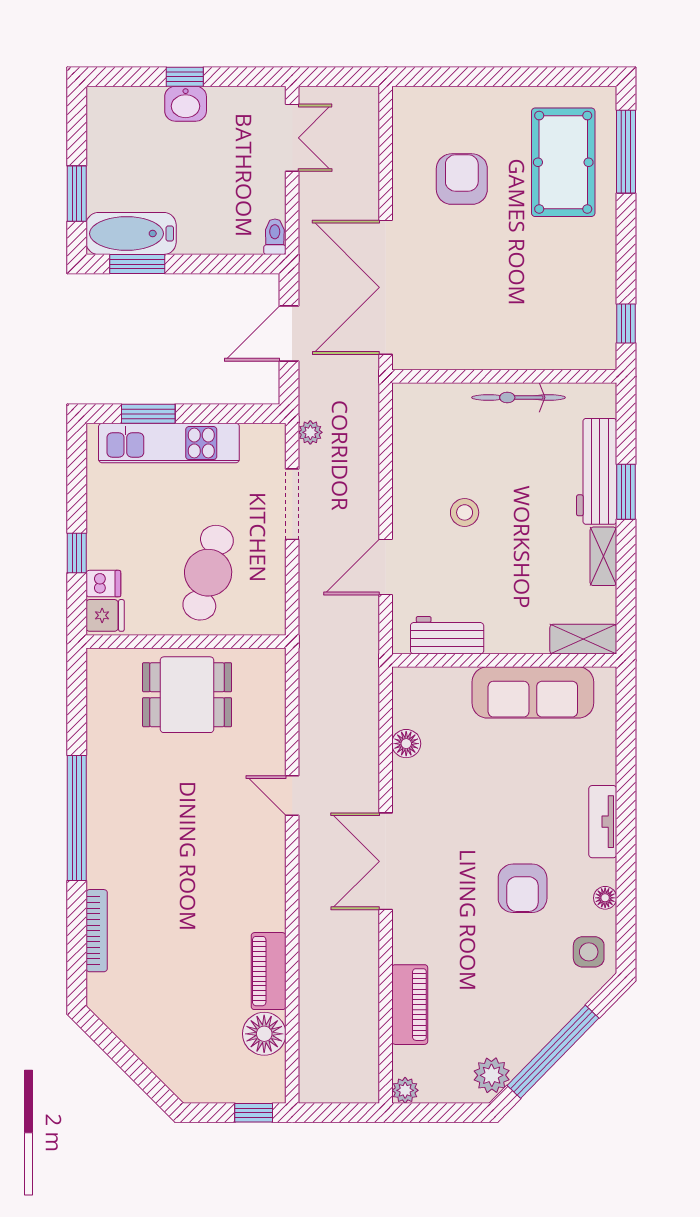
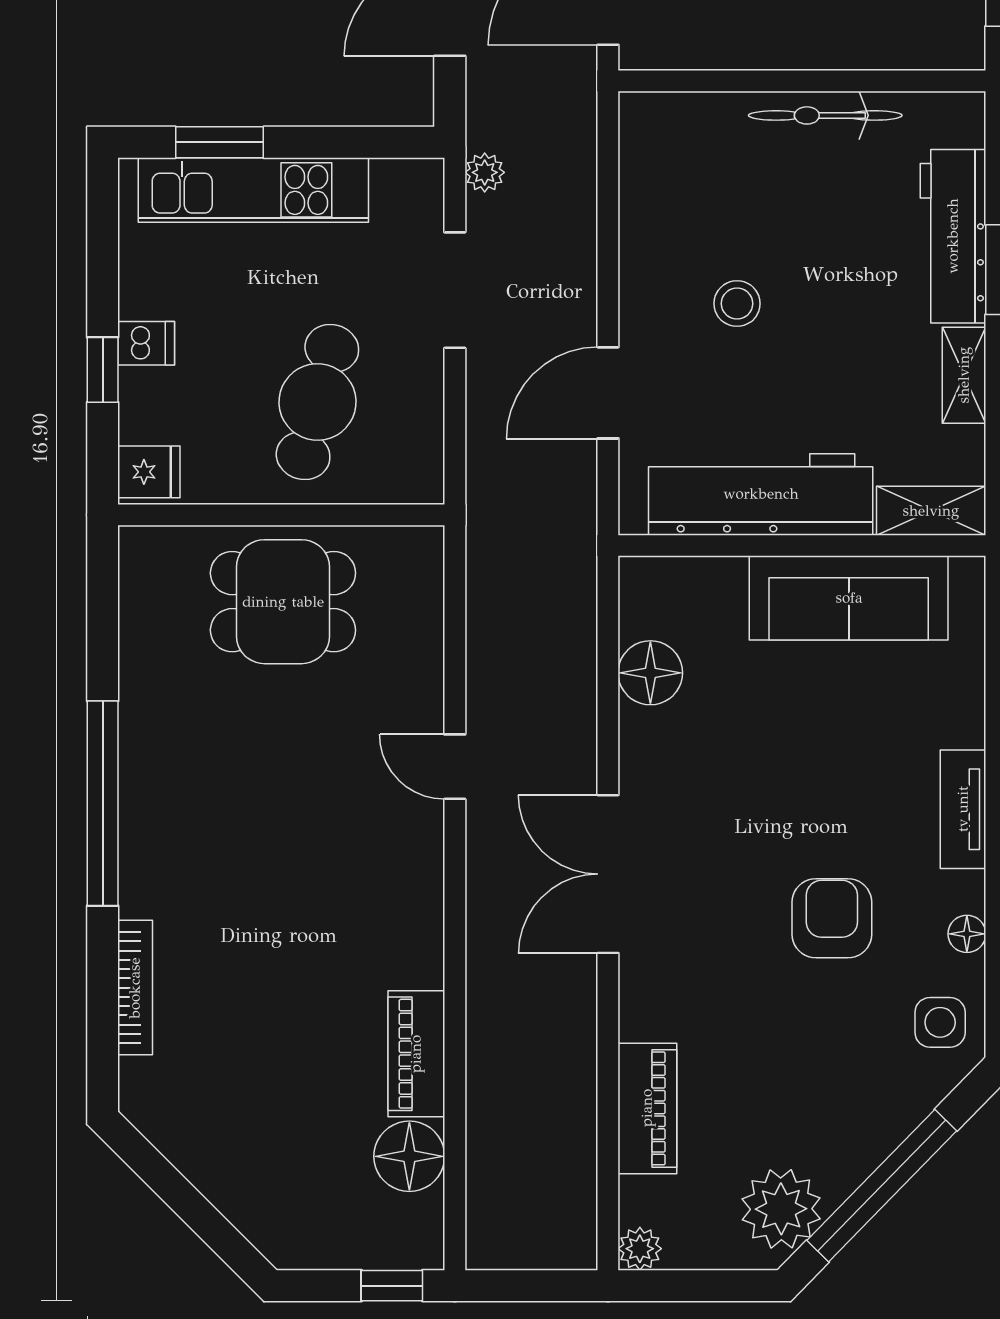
dishwasher: (103, 584) -> (146, 343), moved
workbench: (447, 635) -> (761, 494), width x1.88, depth x1.32
floor lamp: (406, 744) -> (650, 673), width x1.38, depth x1.38
armchair: (523, 888) -> (832, 918), turned 180
plant: (492, 1075) -> (781, 1209), width x1.36, depth x1.36

